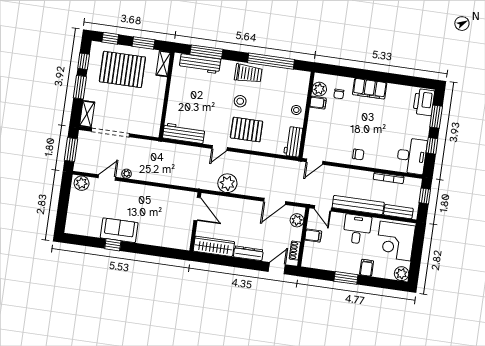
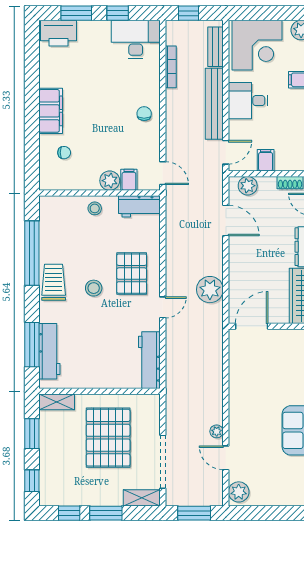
pallet: (122, 69) -> (108, 438), moved
plant: (319, 89) -> (110, 181), moved
filing cabinet: (318, 103) -> (129, 180), moved
door: (220, 148) -> (163, 307), hinge flipped

